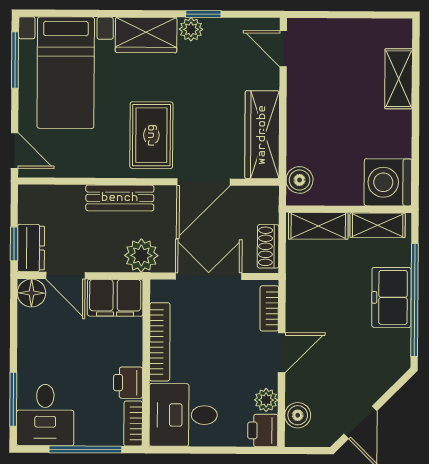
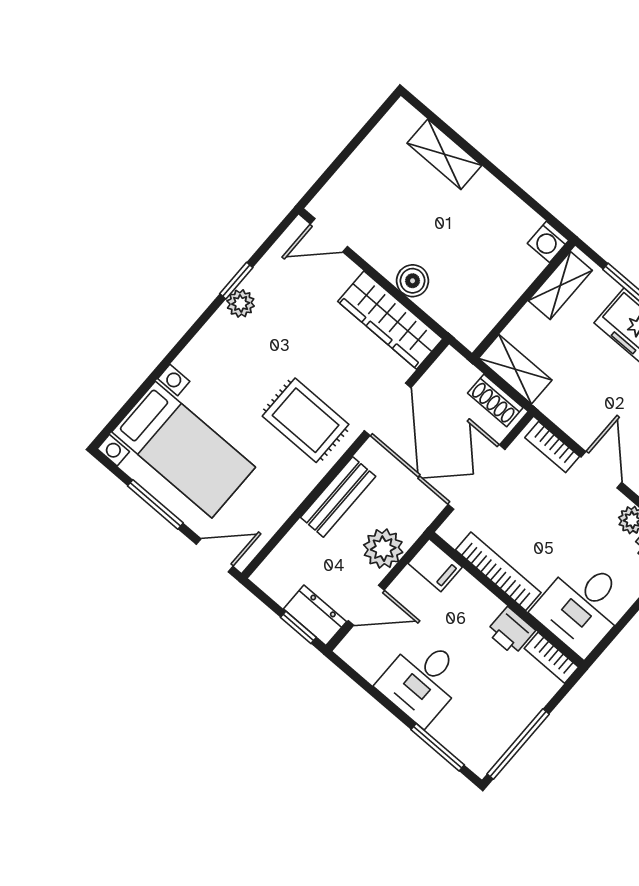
wardrobe: (146, 35) -> (211, 348), removed
window: (15, 60) -> (155, 504), moved
boiler: (299, 180) -> (413, 281), moved
washing machine: (388, 182) -> (548, 242), width x0.53, depth x0.53
shelving: (318, 226) -> (515, 369), moved, turned 90
plant: (141, 255) -> (383, 549), moved
floor lamp: (31, 293) -> (356, 649), removed
filing cabinet: (115, 298) -> (435, 565), width x0.50
desk: (45, 415) -> (422, 681), moved, turned 90
window: (85, 449) -> (518, 744), moved

